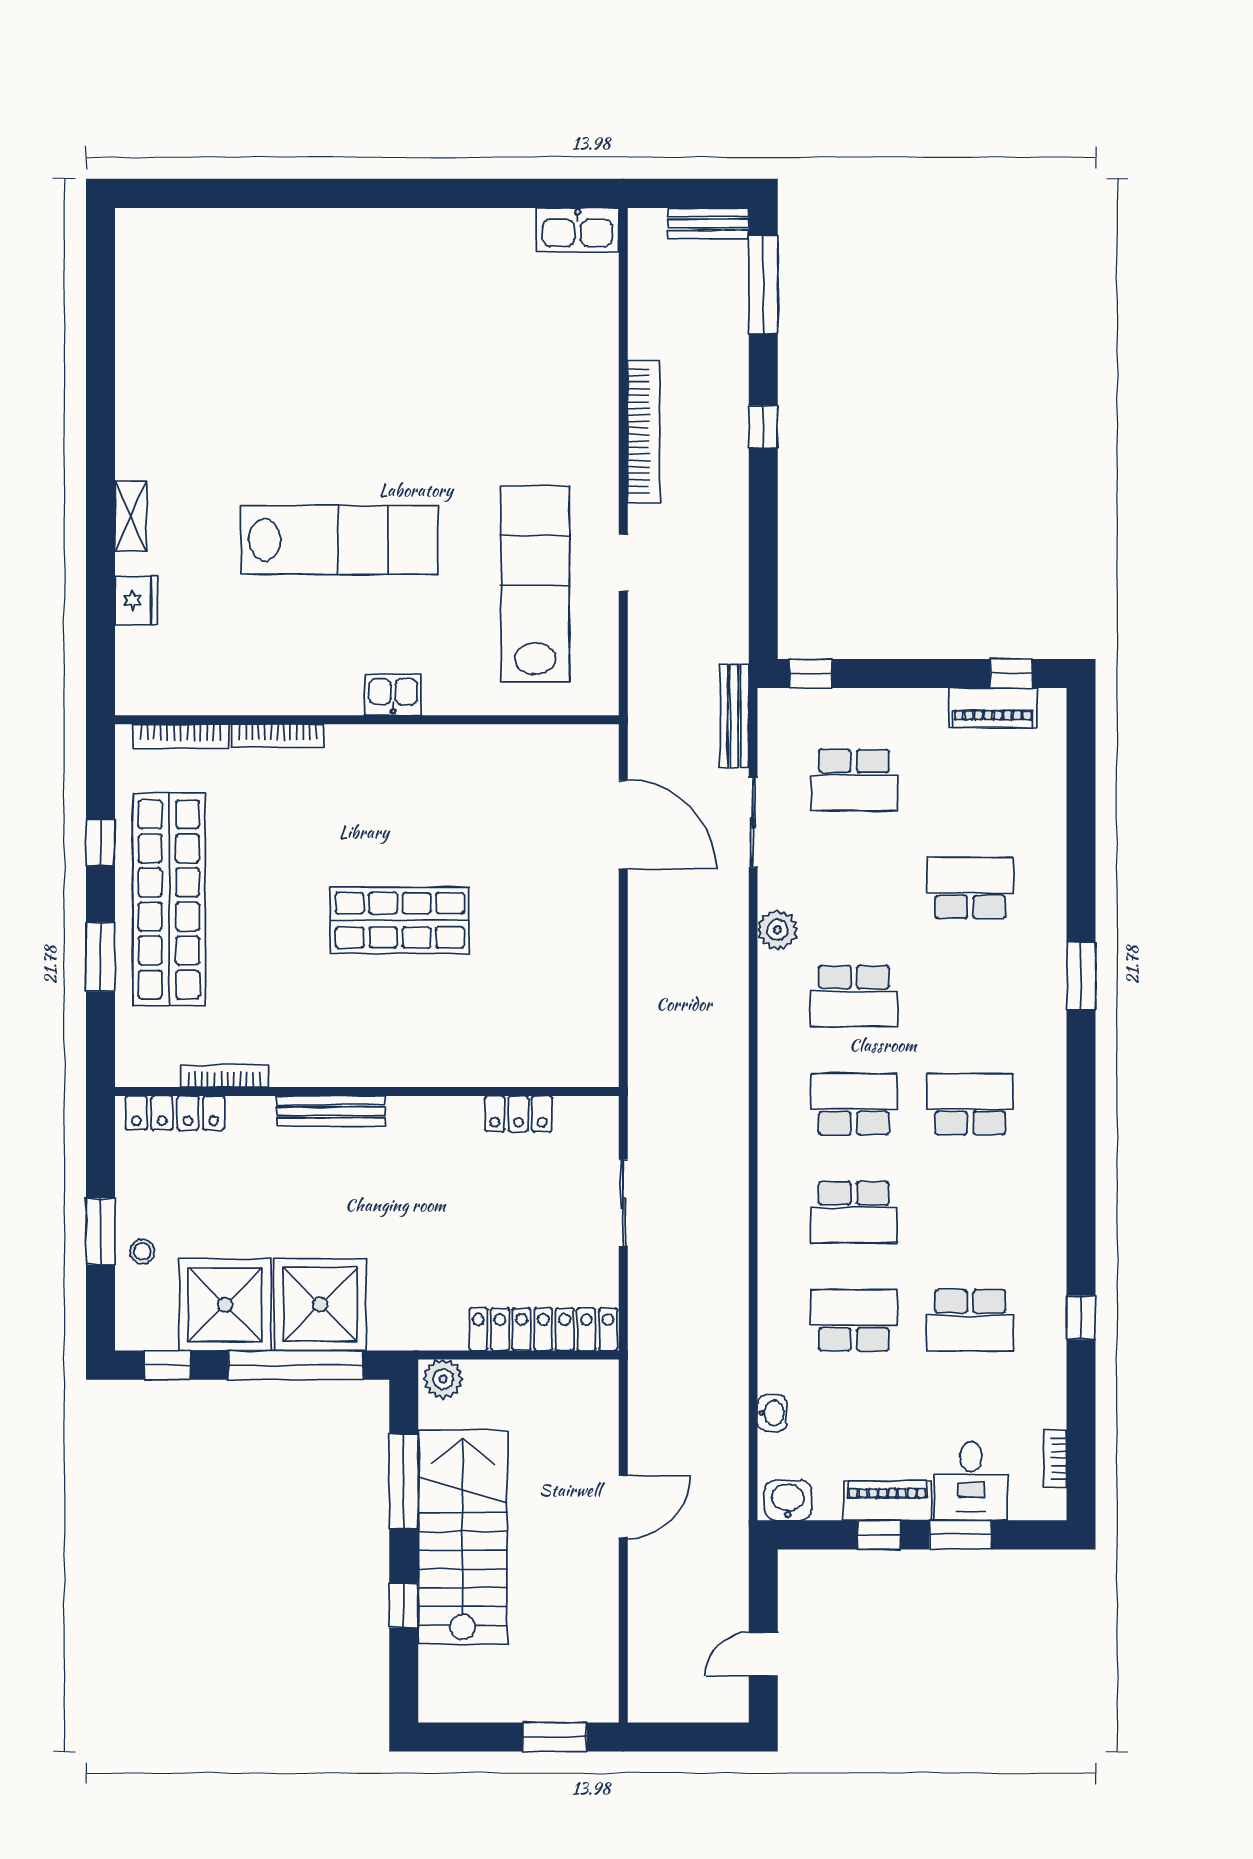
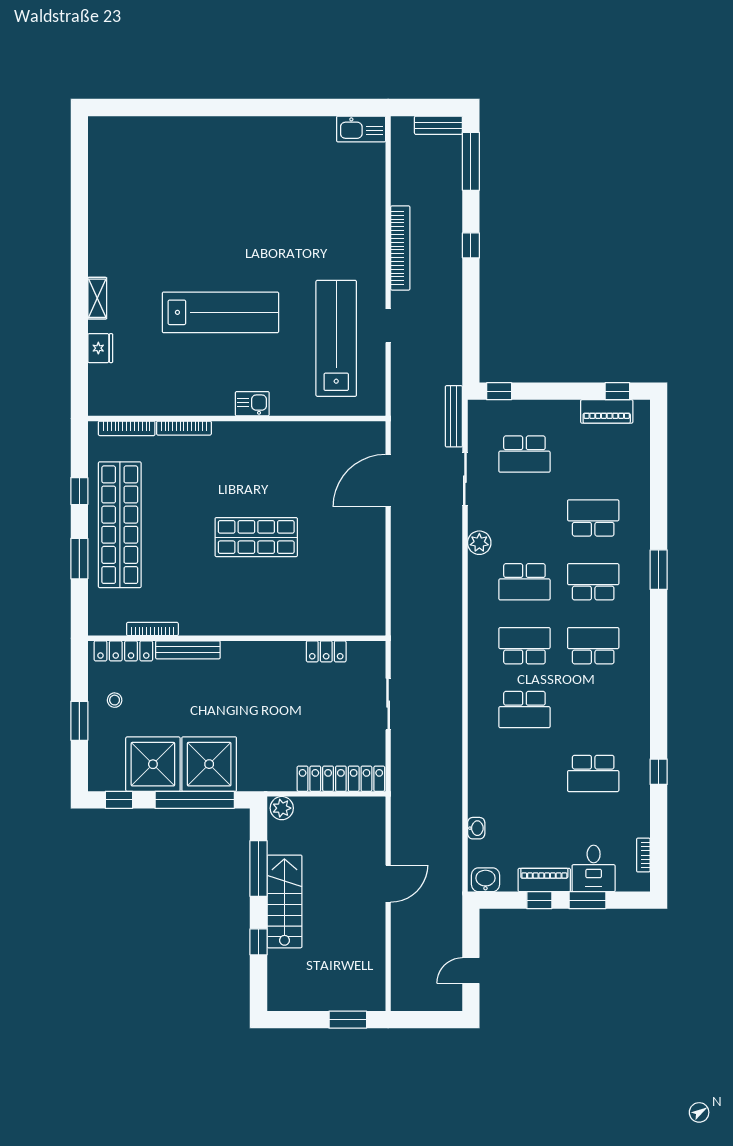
door: (623, 825) -> (388, 481), swing flipped
bench: (331, 1111) -> (188, 650), moved
stool: (142, 1251) -> (115, 700), moved
school desk: (854, 1320) -> (593, 582), moved
stairs: (463, 1537) -> (284, 901), width x0.73, depth x0.66

